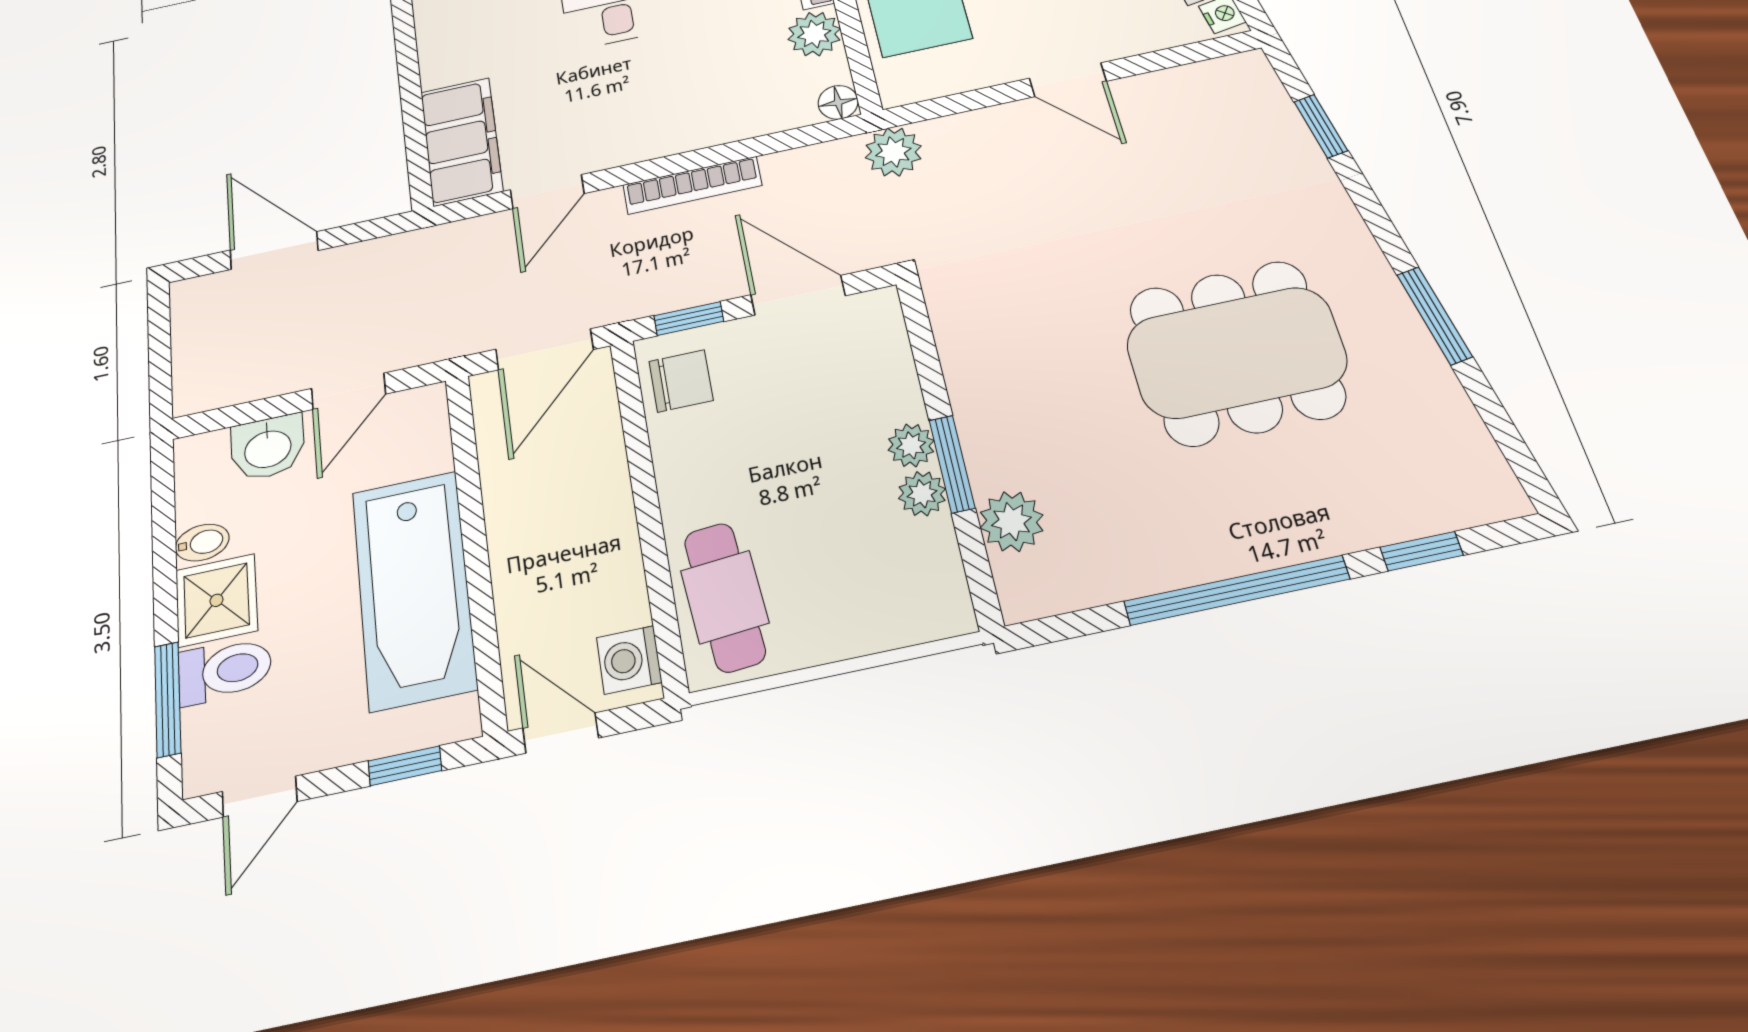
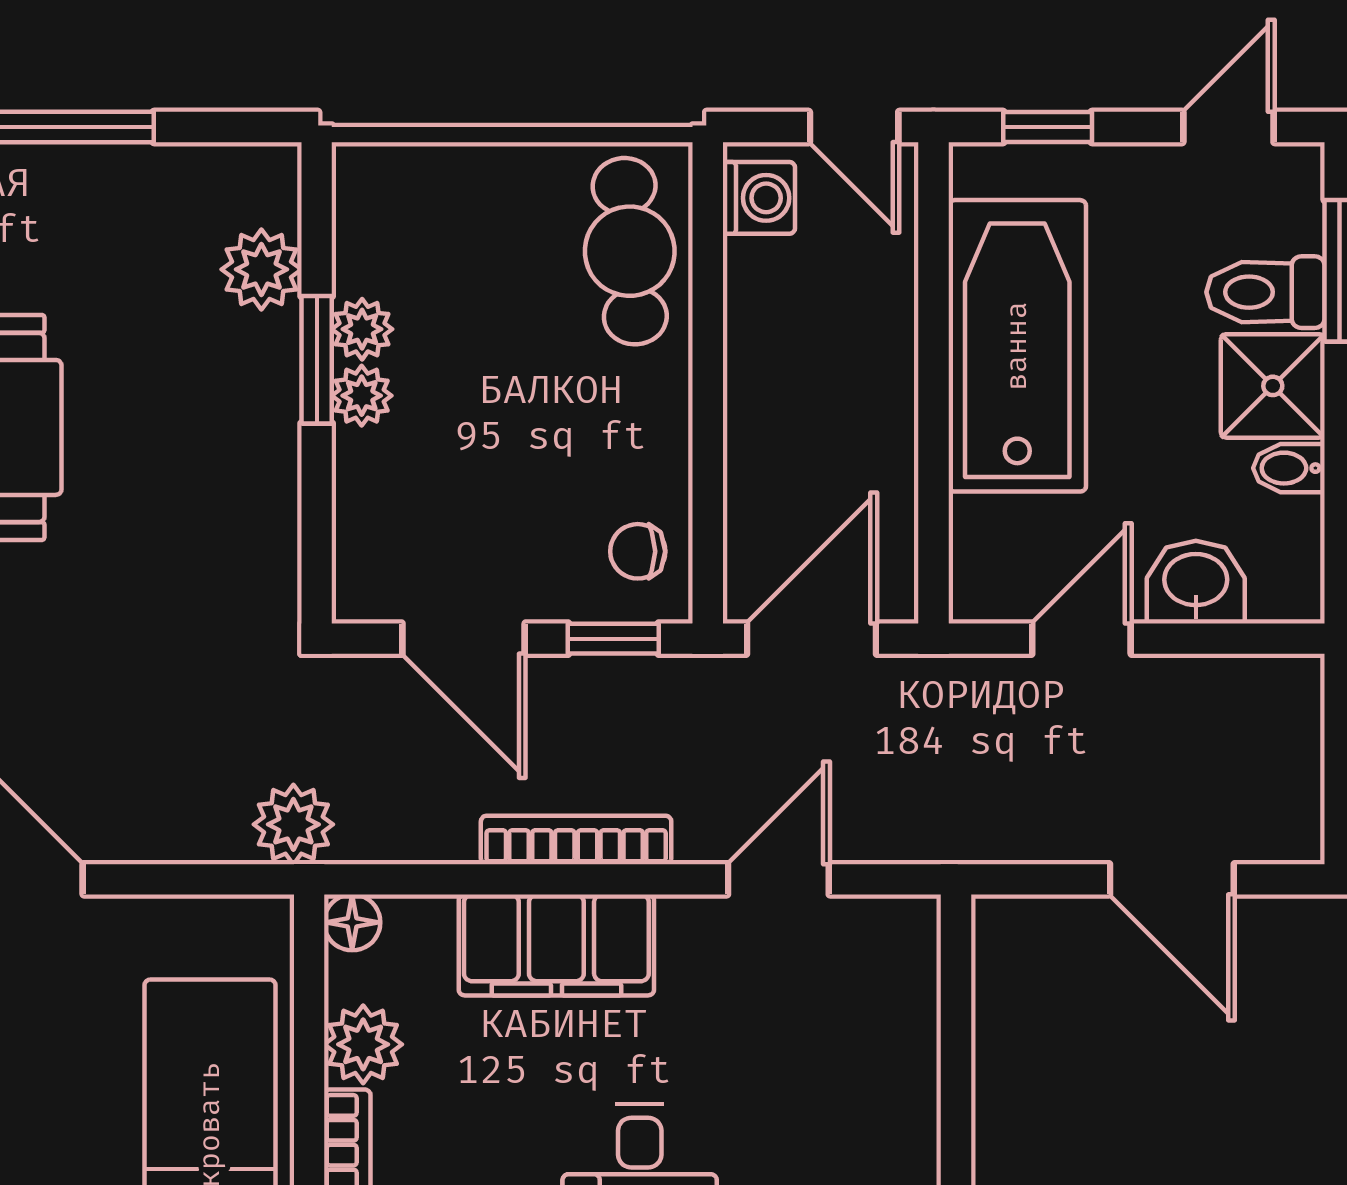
filing cabinet: (461, 141) -> (556, 945), moved, turned -90
chair: (681, 381) -> (638, 551), width x0.73, depth x0.73

